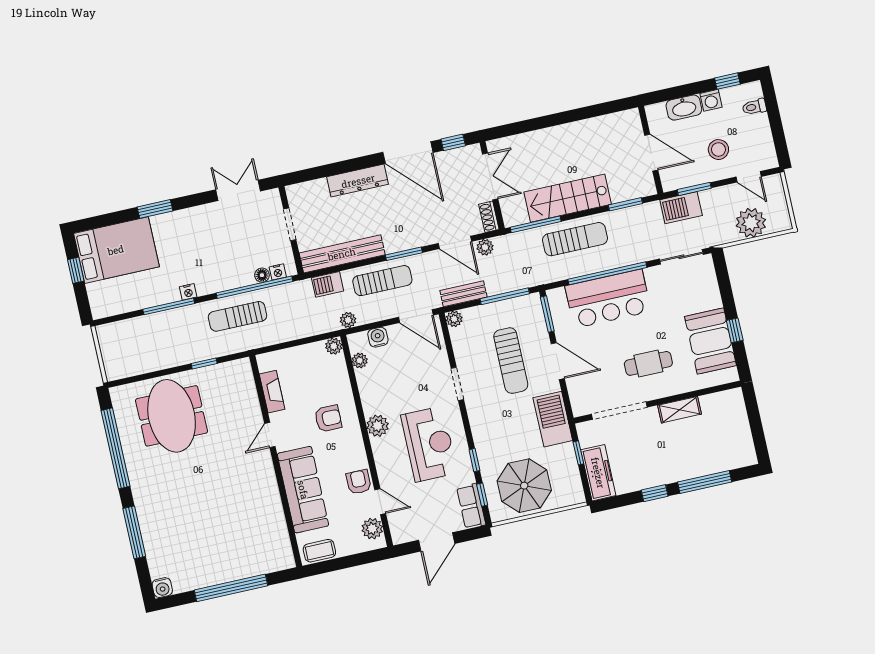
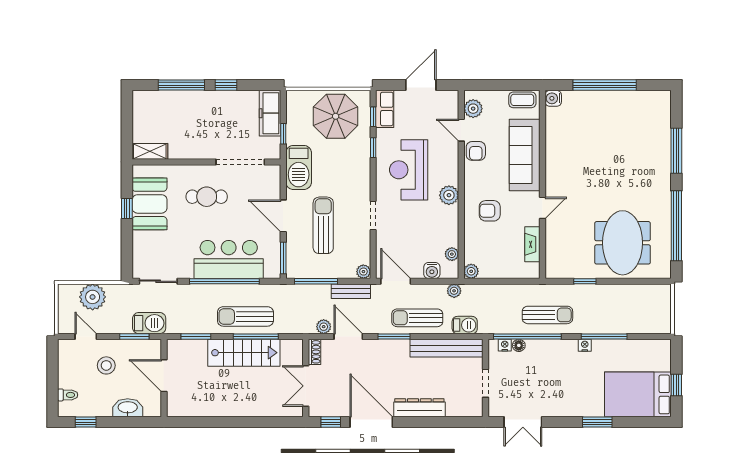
washing machine: (711, 100) -> (103, 409), removed
window: (536, 224) -> (256, 337), moved
shelving: (680, 410) -> (150, 151), moved
water cooler: (162, 588) -> (553, 98), moved, turned -90

